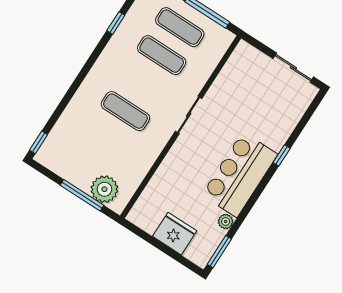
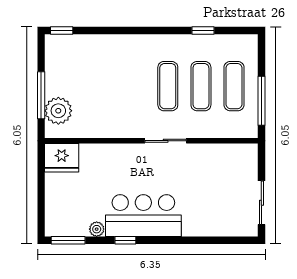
exercise mat: (125, 111) -> (168, 86), moved
window: (282, 155) -> (125, 240), moved
fridge: (175, 234) -> (62, 158), moved, turned 90

